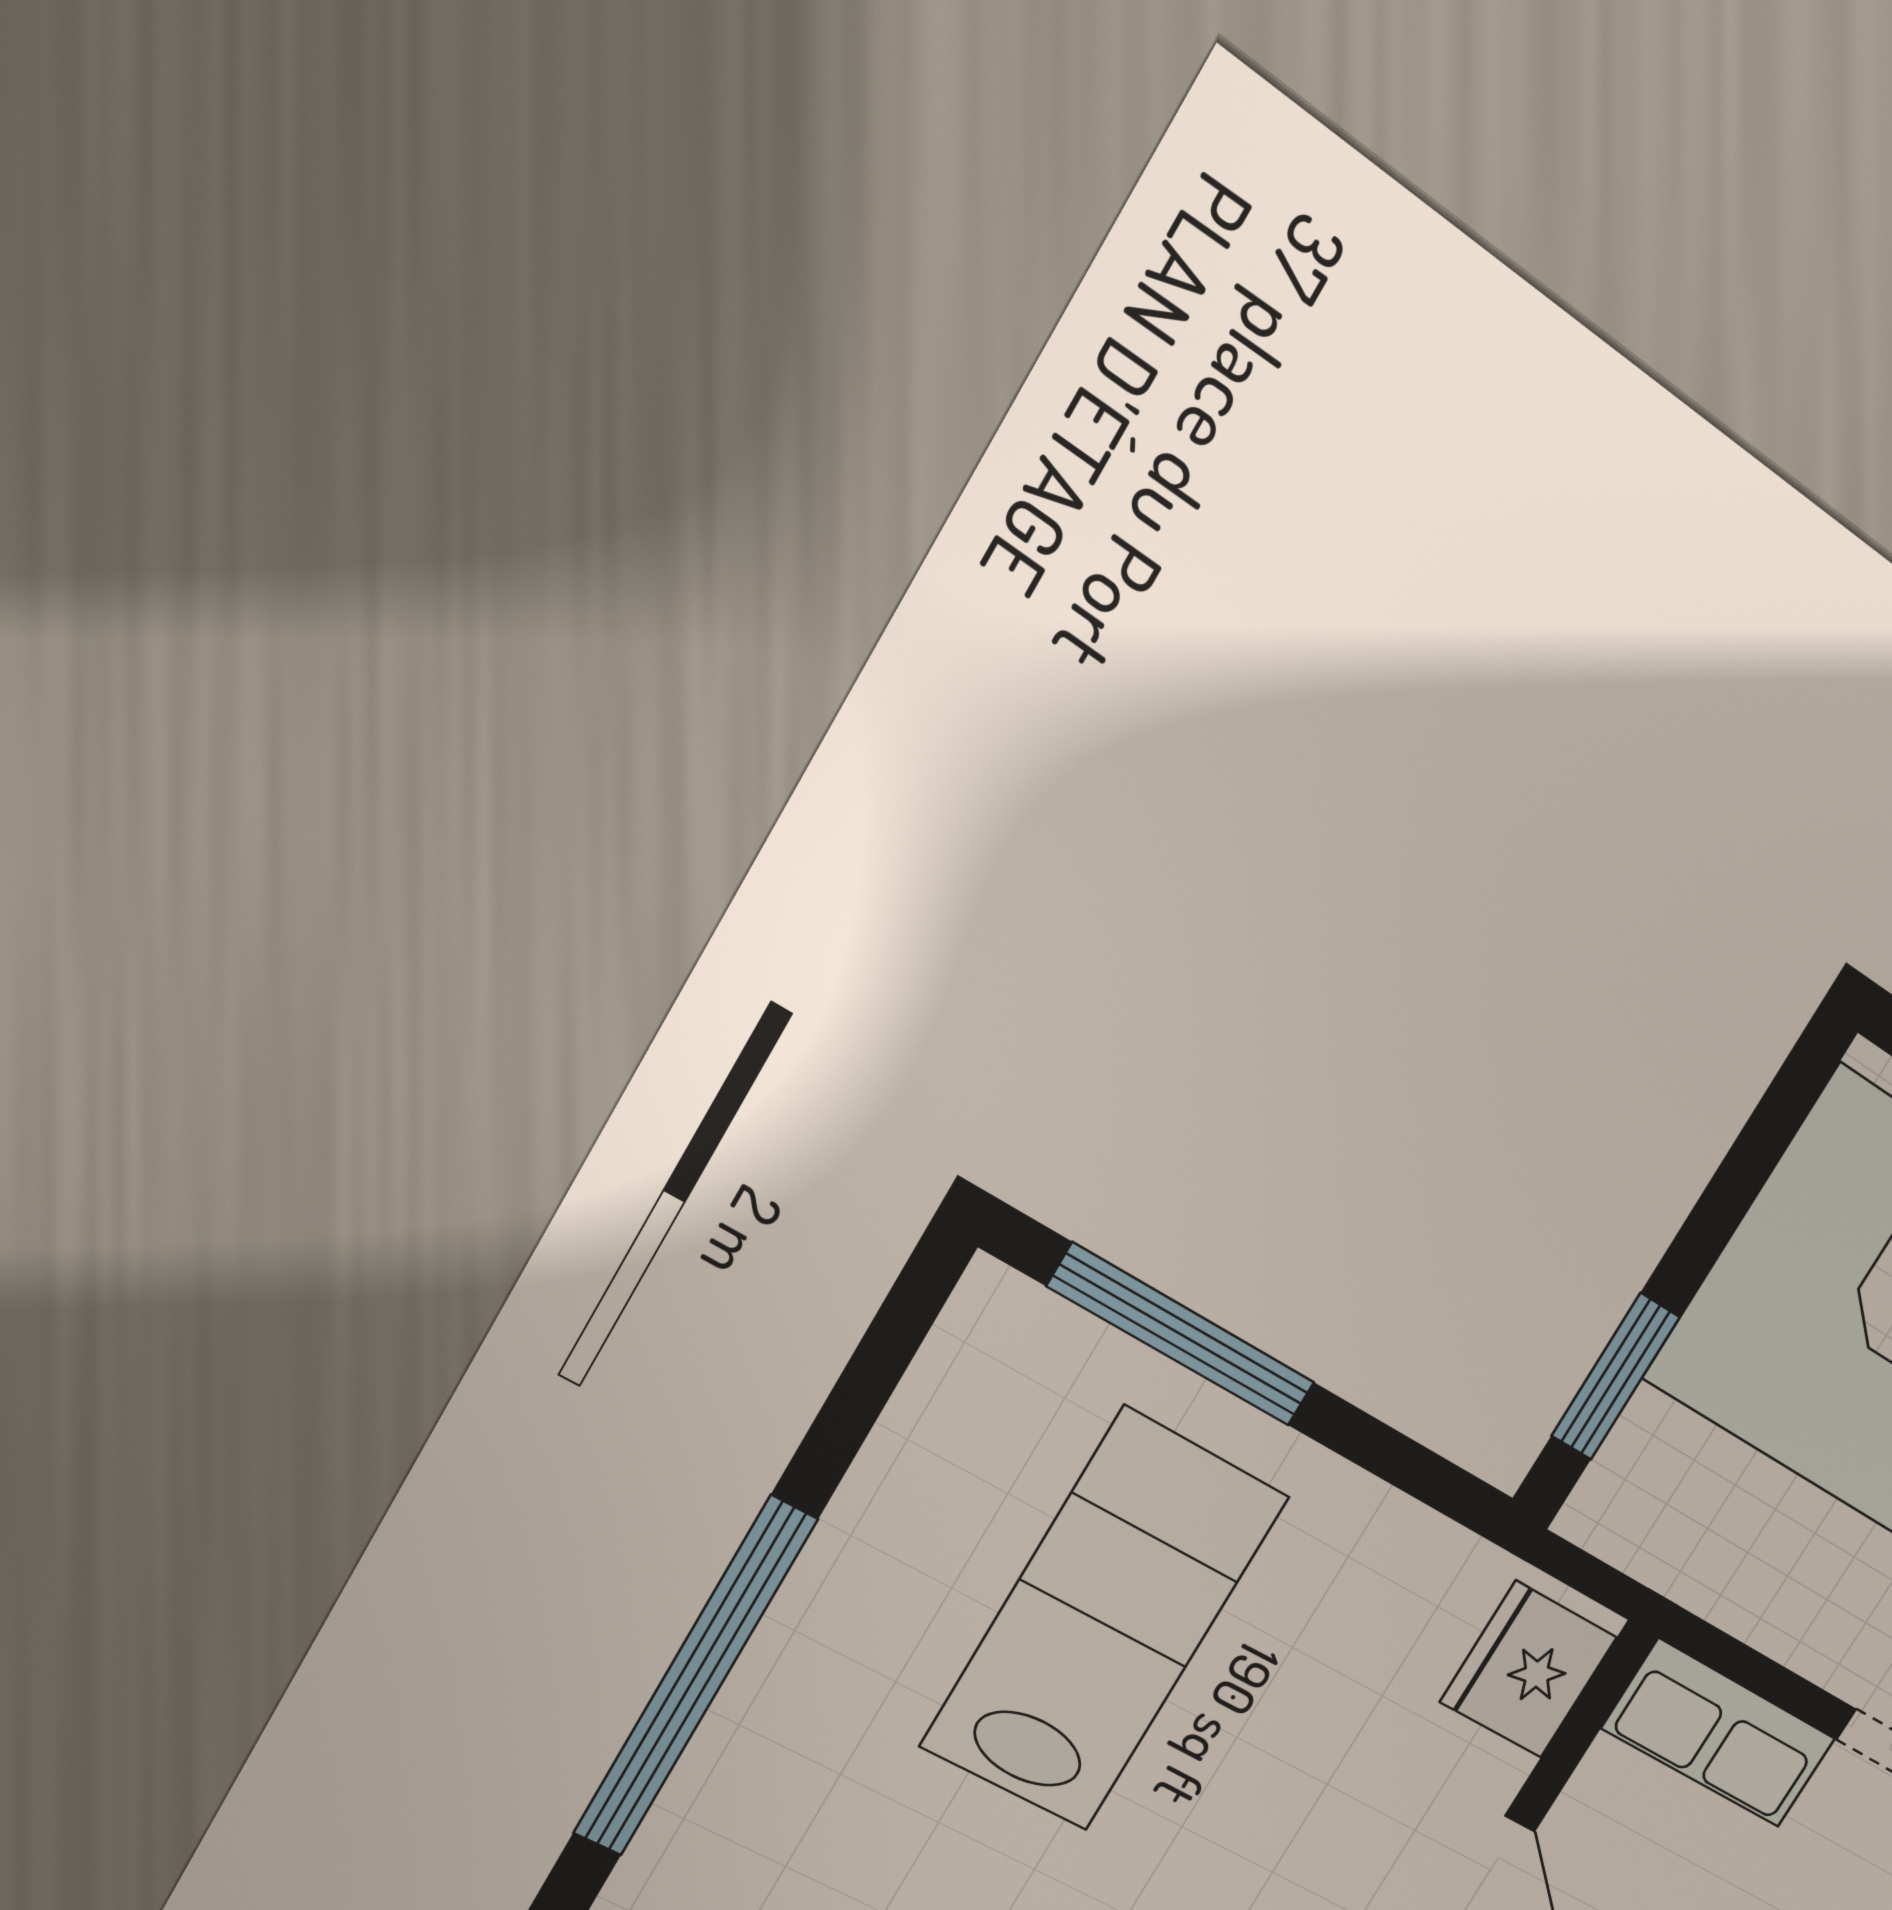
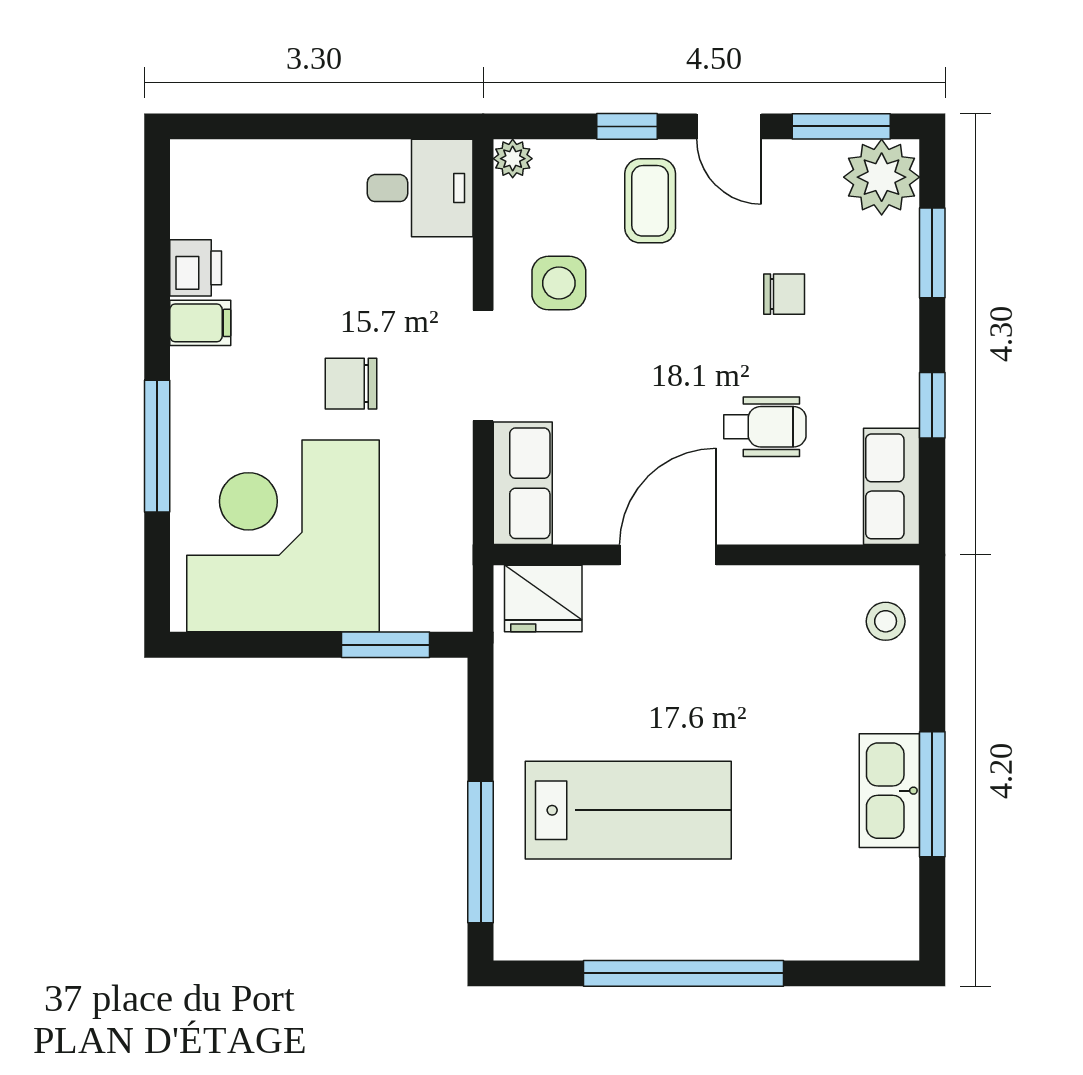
lab bench: (1105, 1621) -> (628, 810), turned 180
window: (695, 1677) -> (684, 973), moved

